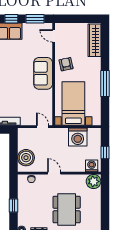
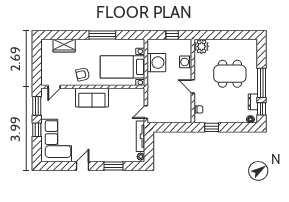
wardrobe: (94, 40) -> (64, 46), width x0.67
door: (43, 127) -> (146, 112), moved
boiler: (26, 158) -> (177, 115), removed
washing machine: (92, 166) -> (186, 62), moved
door: (54, 173) -> (193, 86), hinge flipped
window: (14, 206) -> (212, 127), moved

